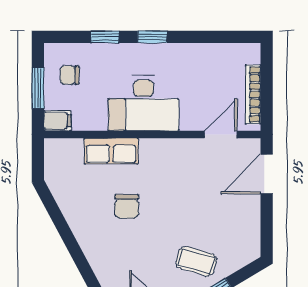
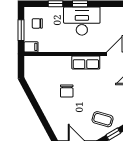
desk: (144, 103) -> (82, 21), moved, turned 180
row of seats: (111, 151) -> (86, 62), moved

